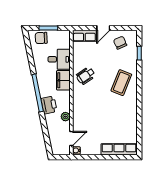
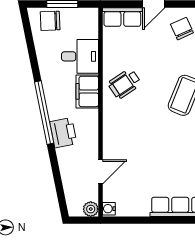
plant: (65, 117) -> (91, 209), moved
door: (71, 139) -> (100, 172), moved

